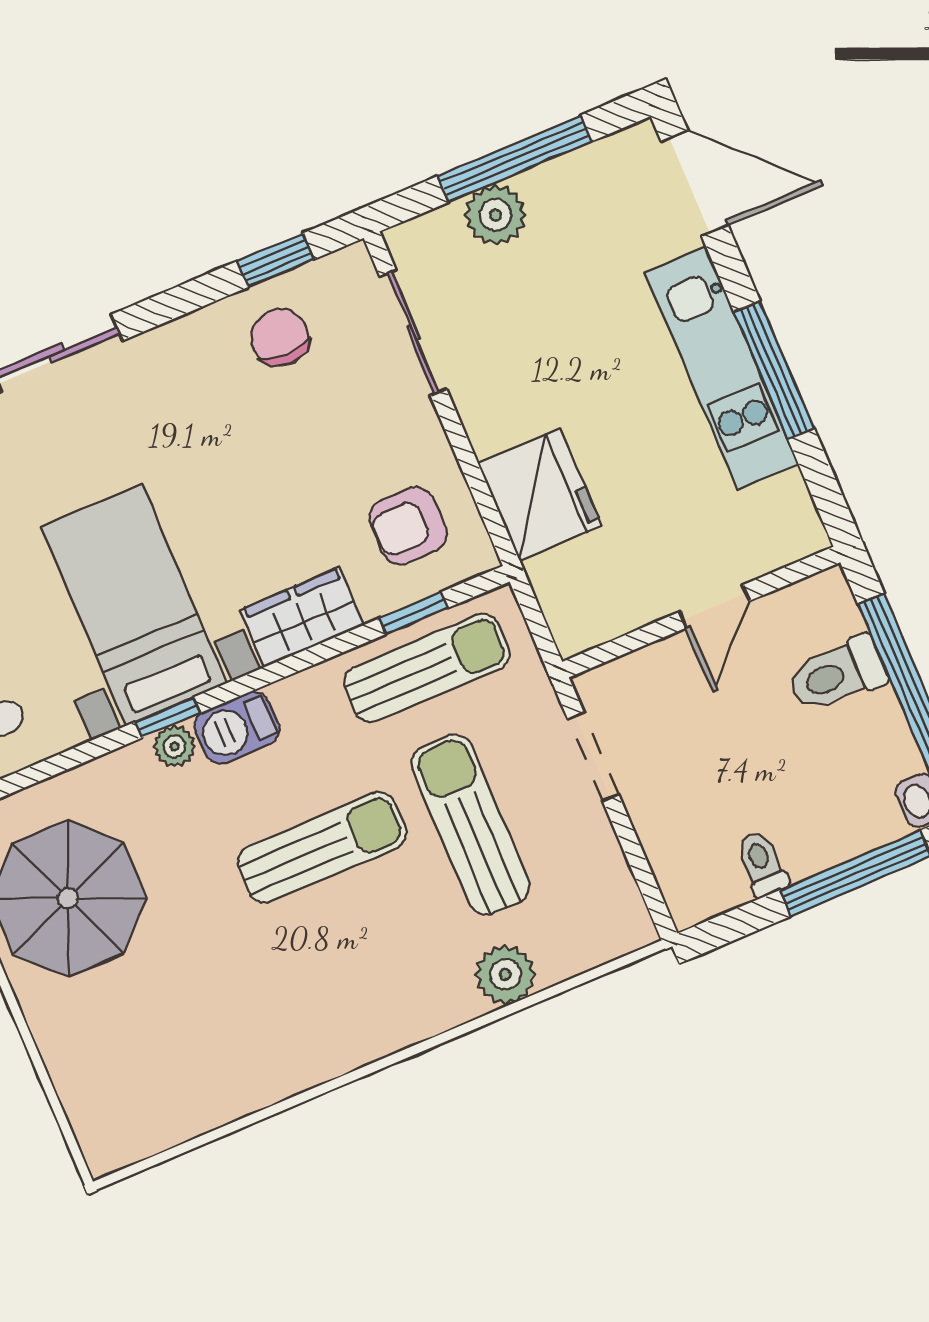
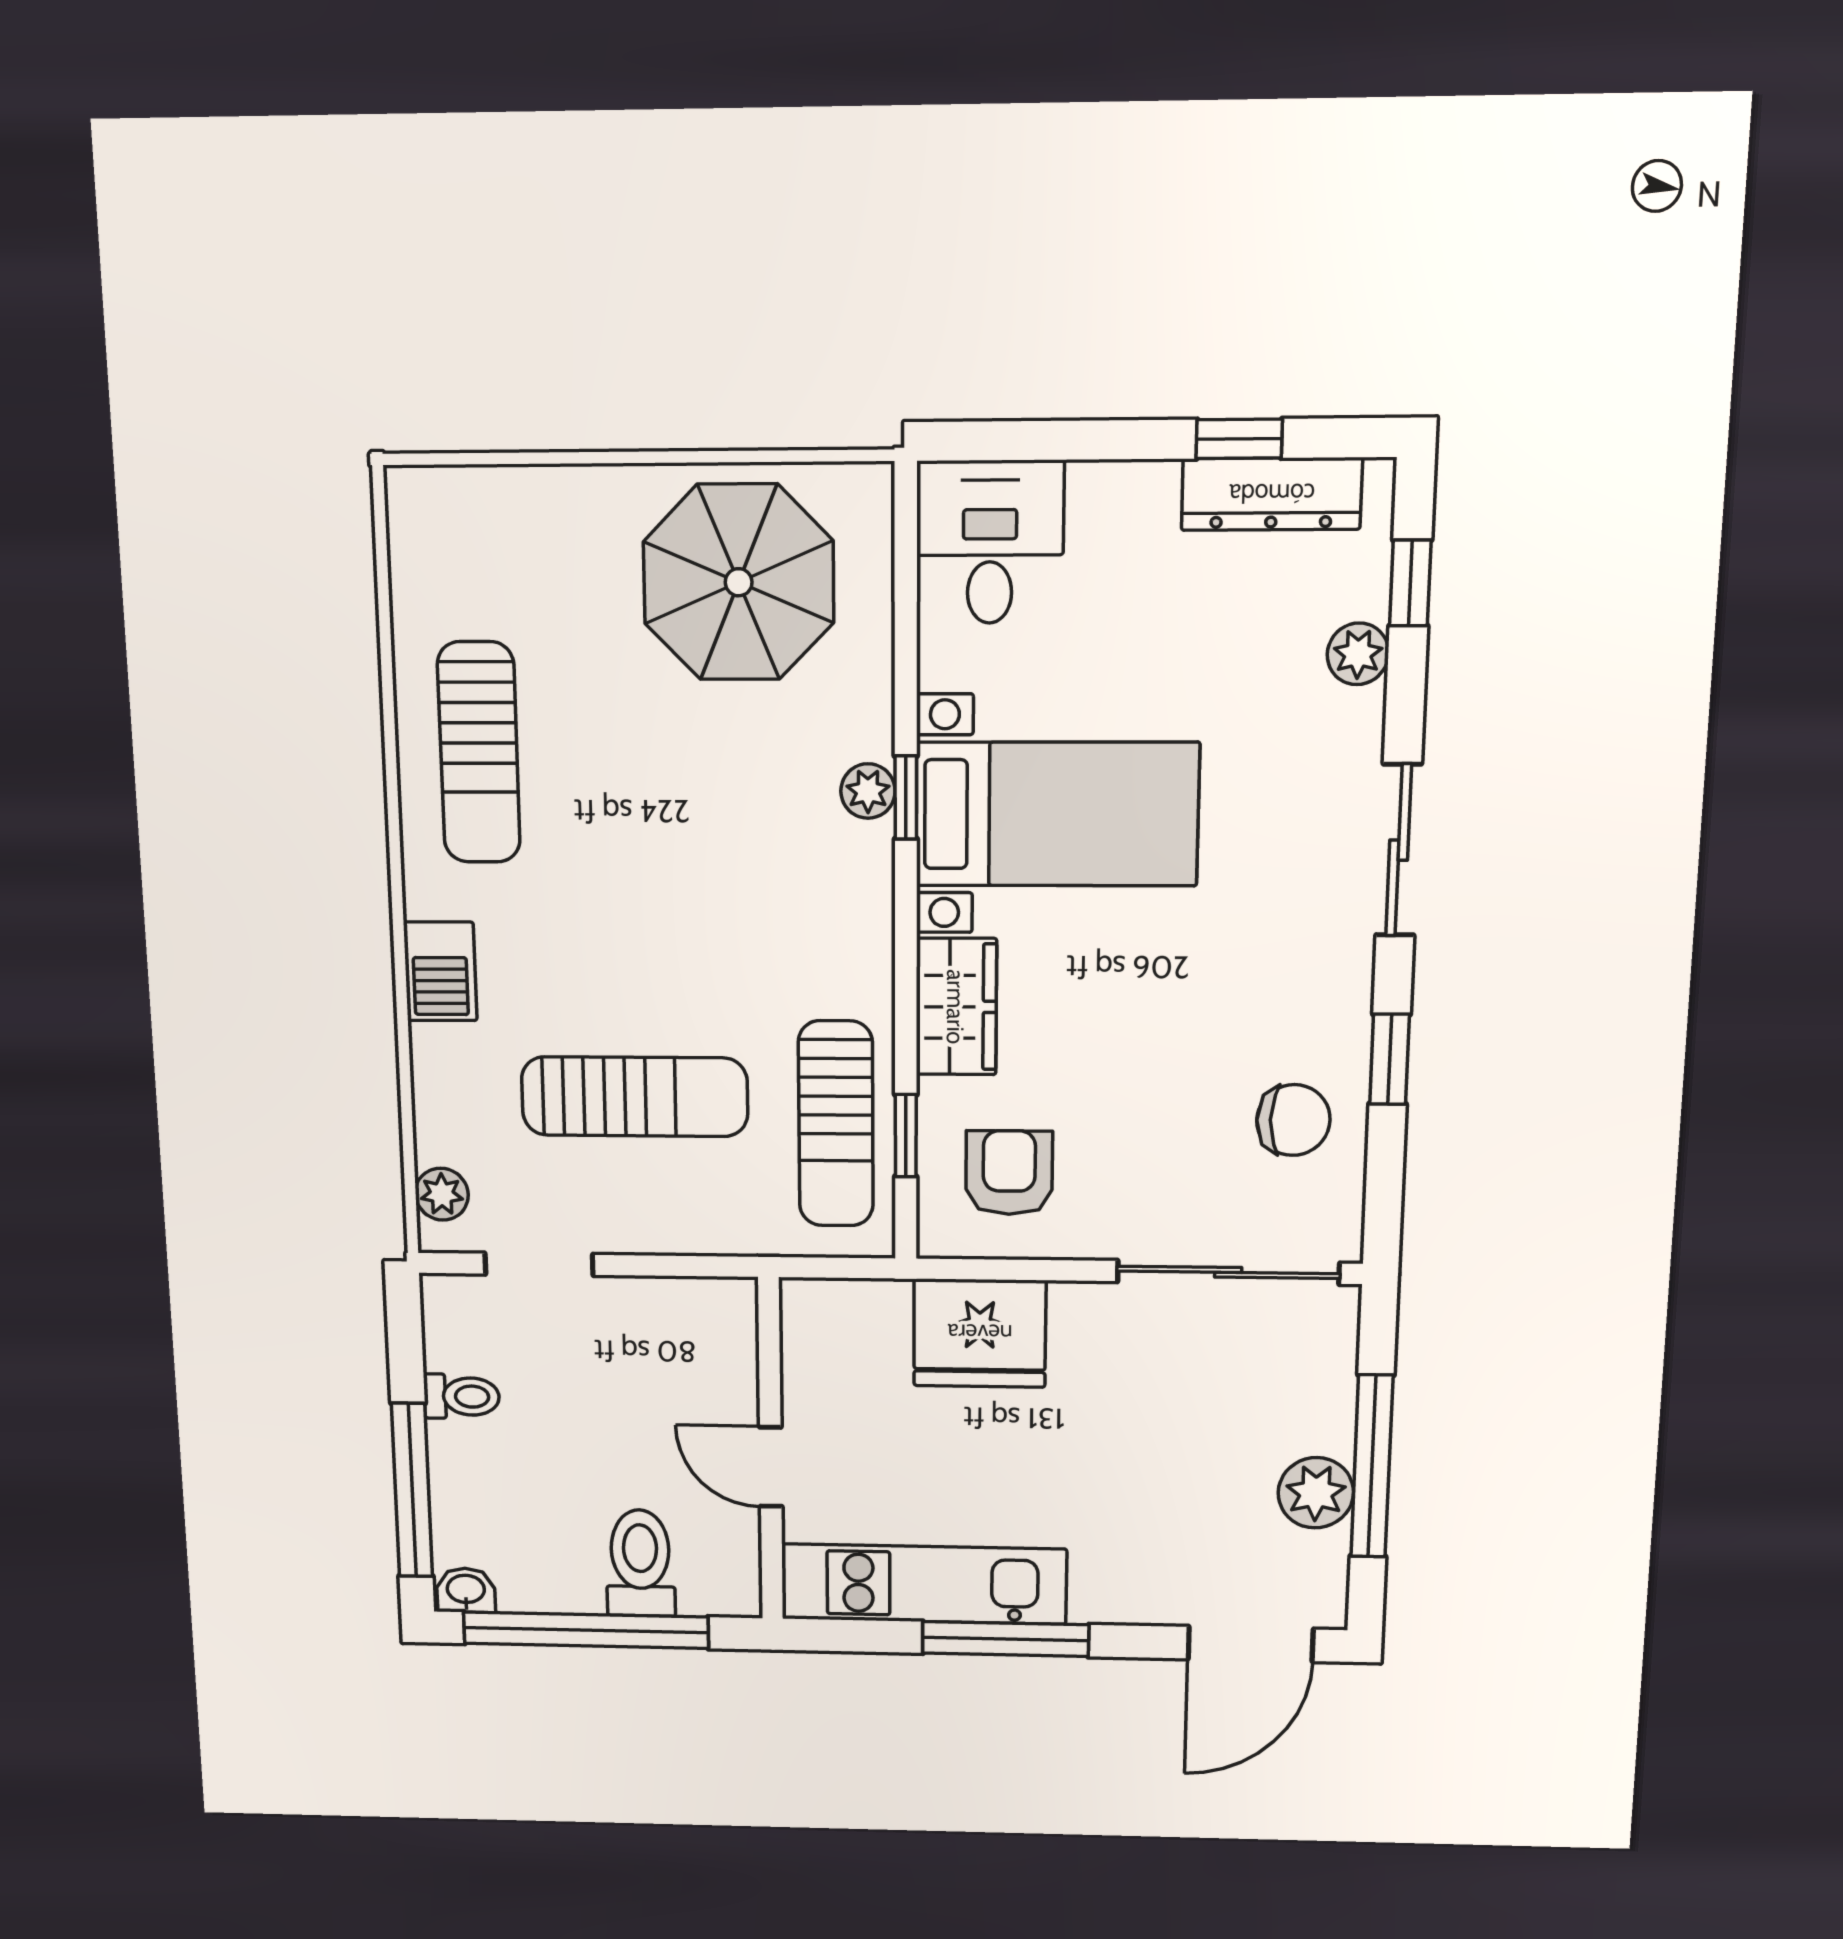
plant: (496, 215) -> (1316, 1493), moved
window: (275, 260) -> (1390, 1059), moved
sliding door: (413, 333) -> (1228, 1272), width x1.37
kitchen unit: (722, 368) -> (924, 1584), moved
barbecue: (237, 728) -> (440, 971), moved, turned 180
doorway: (593, 757) -> (539, 1264), moved
sun lounger: (322, 847) -> (479, 753), moved
plant: (505, 974) -> (442, 1194), moved, width x0.73, depth x0.73

